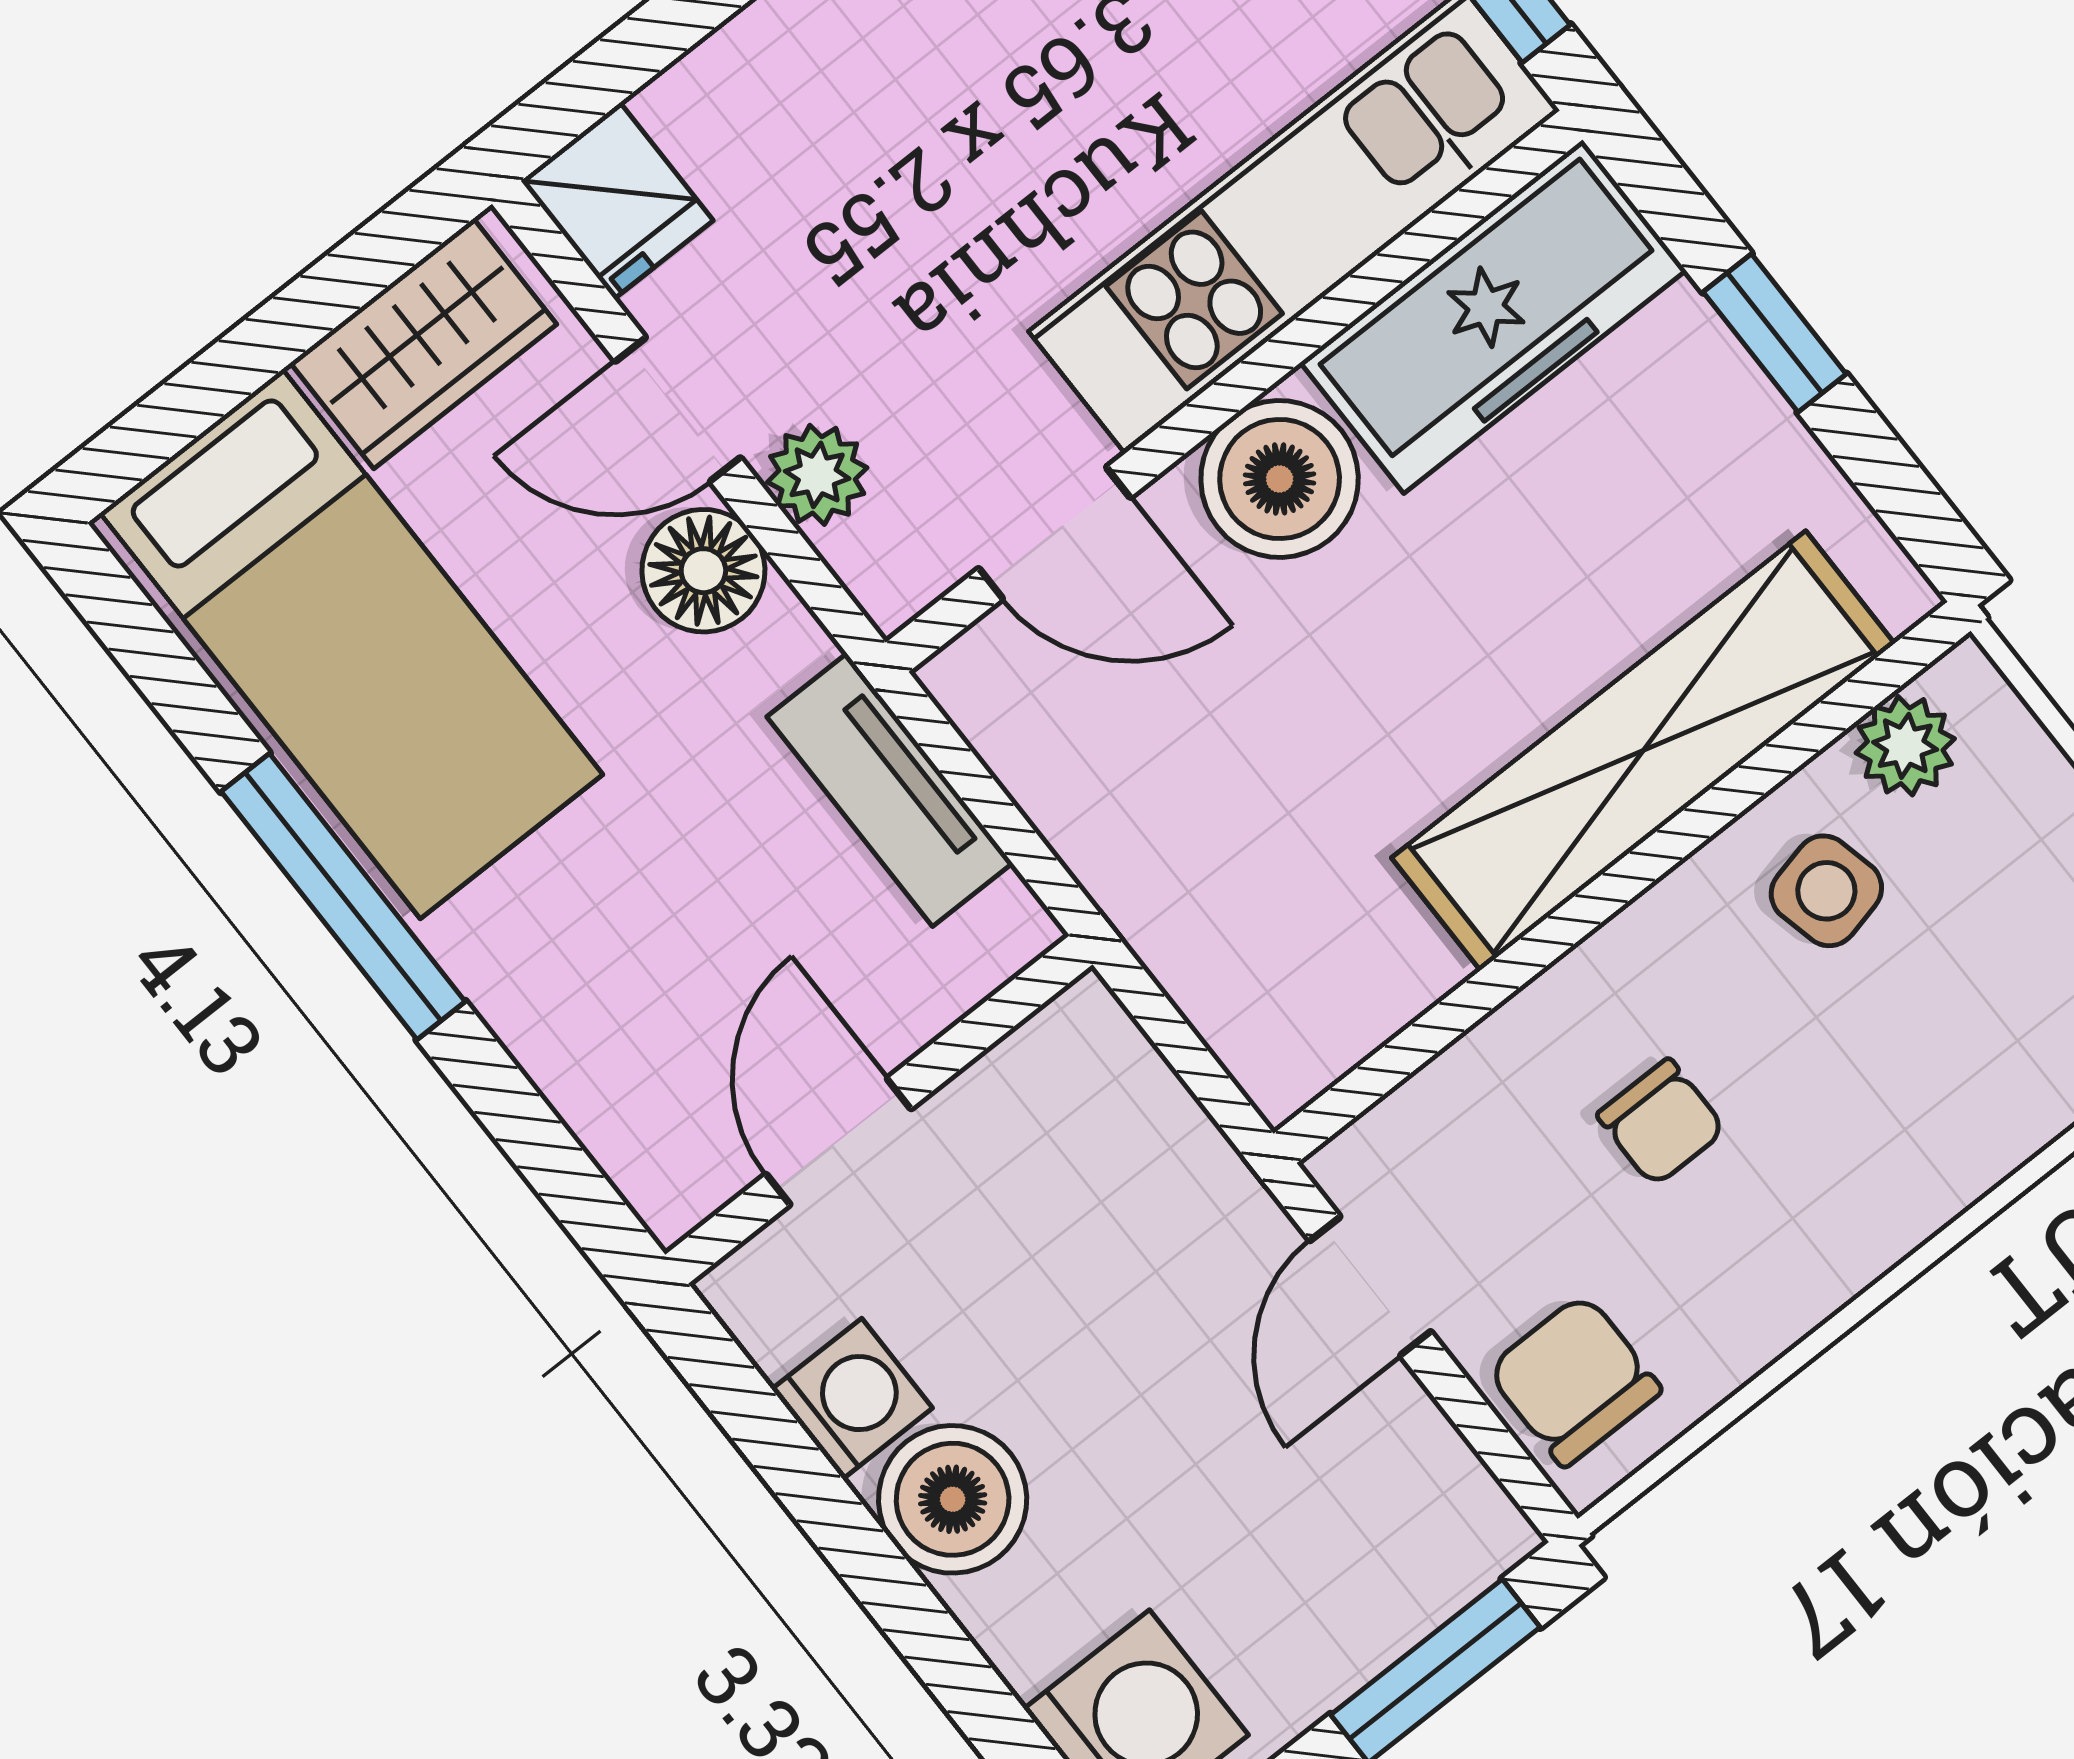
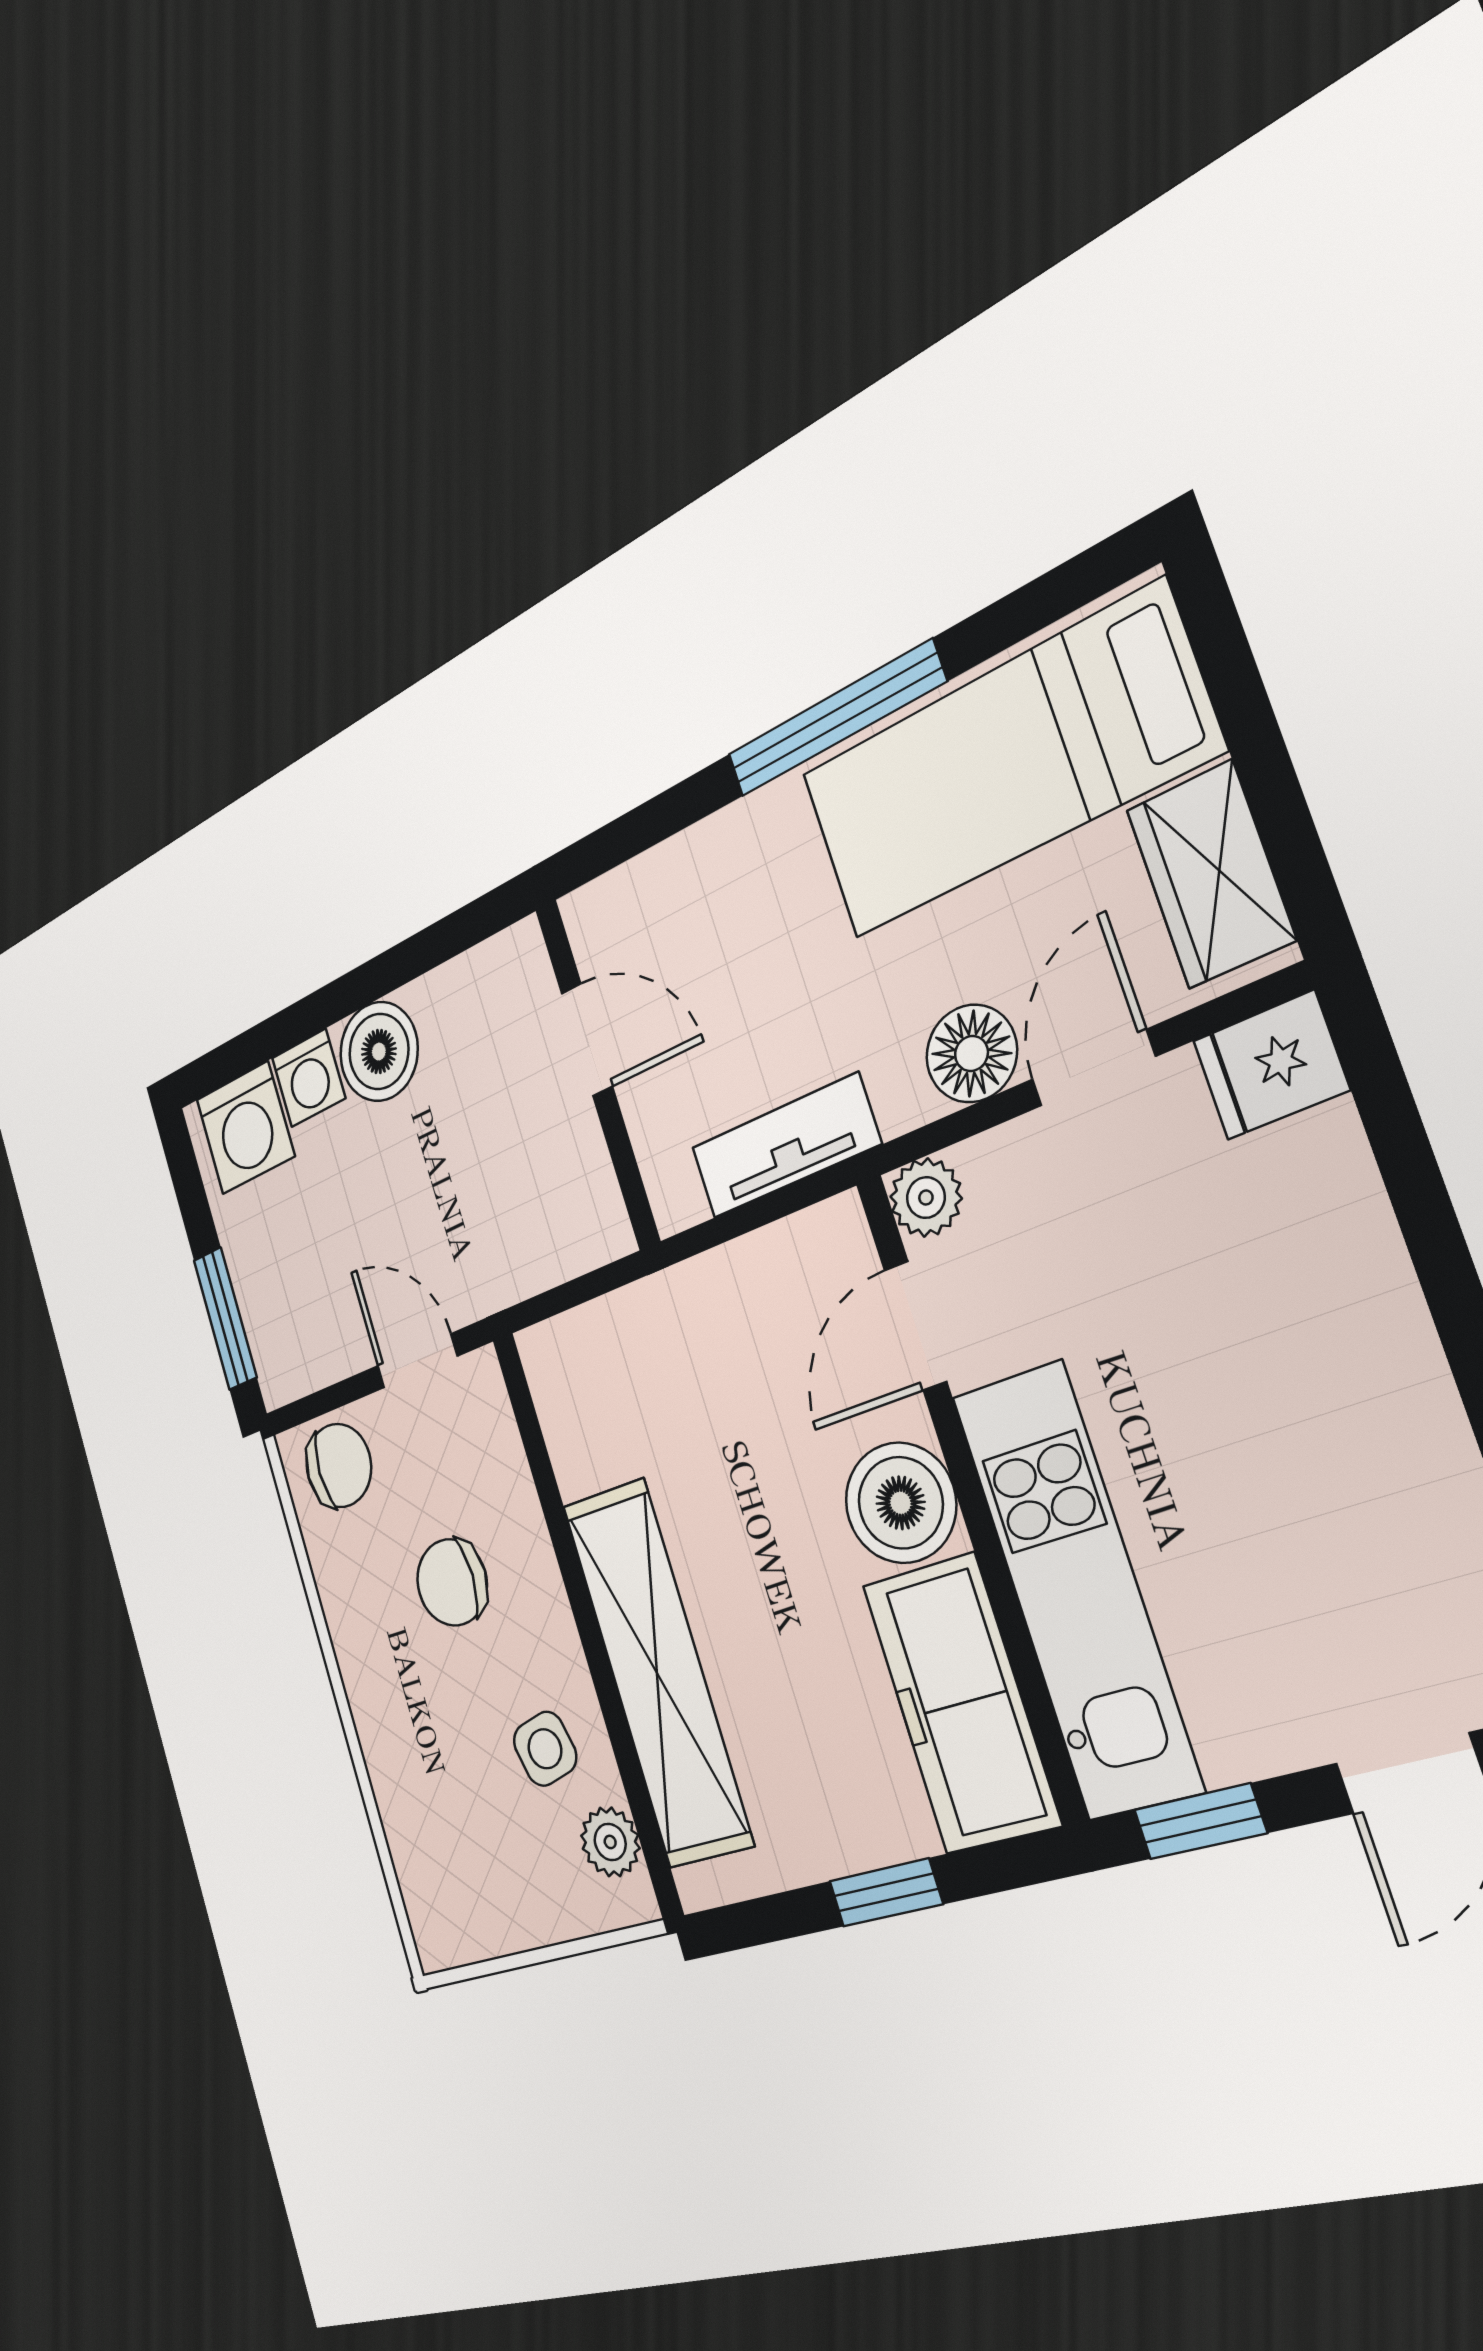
plant: (817, 475) -> (926, 1198), moved
chair: (1661, 1122) -> (452, 1582), width x1.37, depth x1.37
washing machine: (852, 1399) -> (309, 1078), moved

